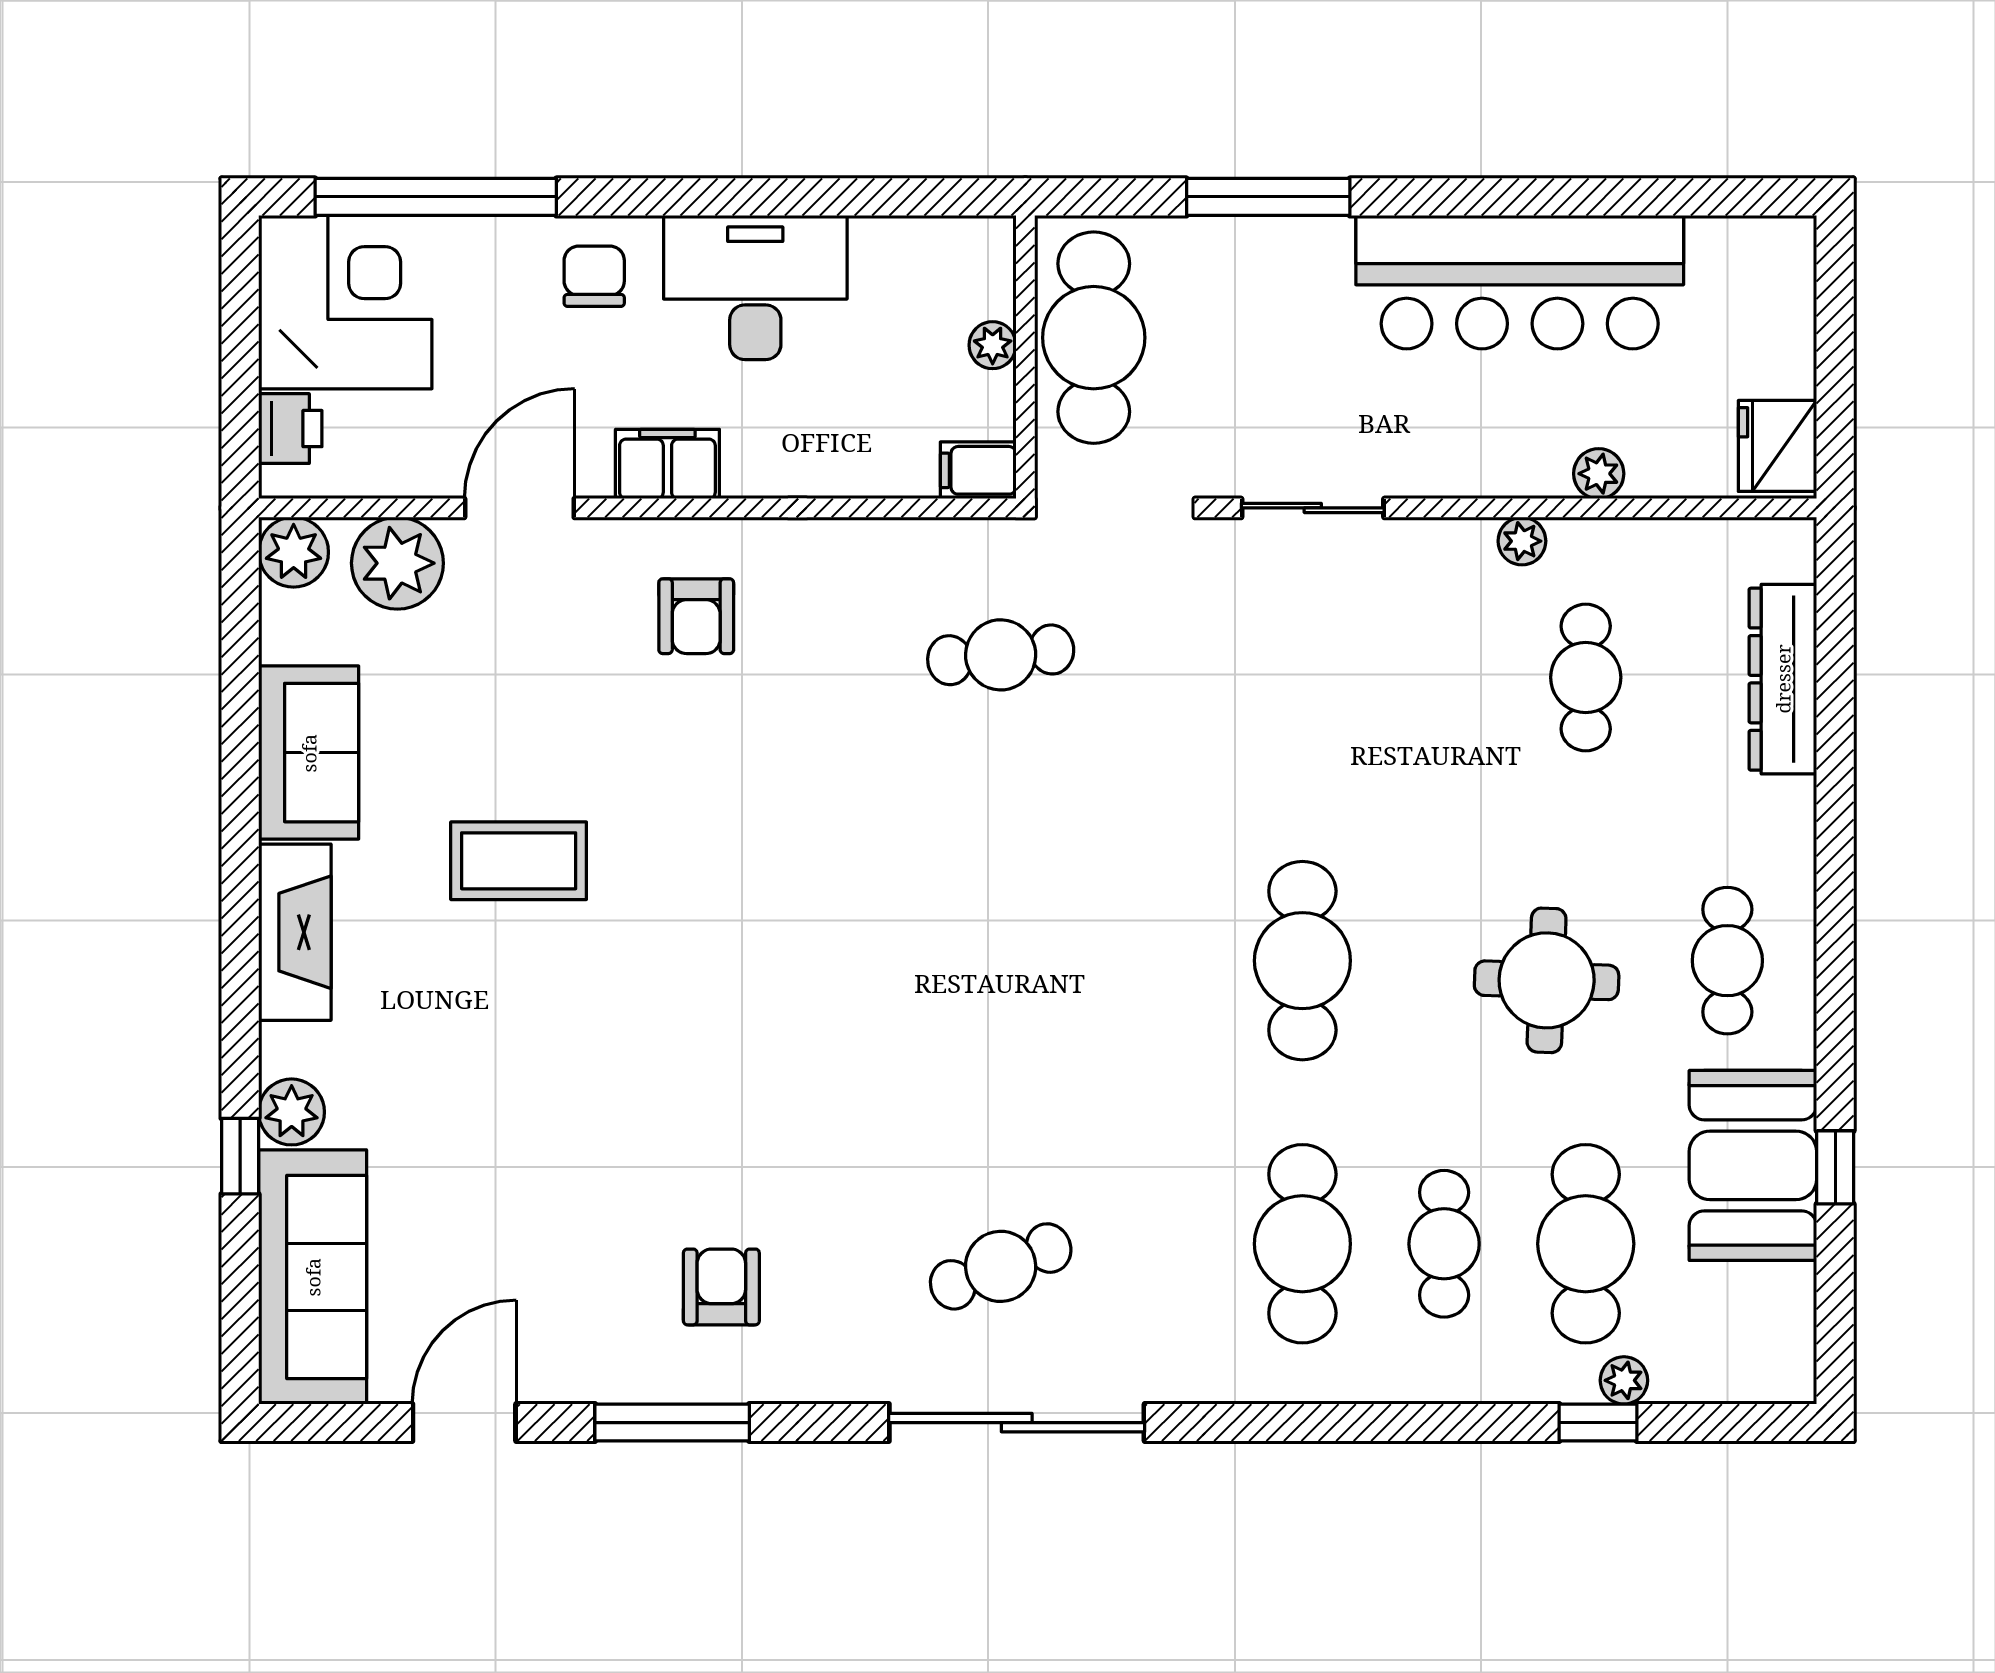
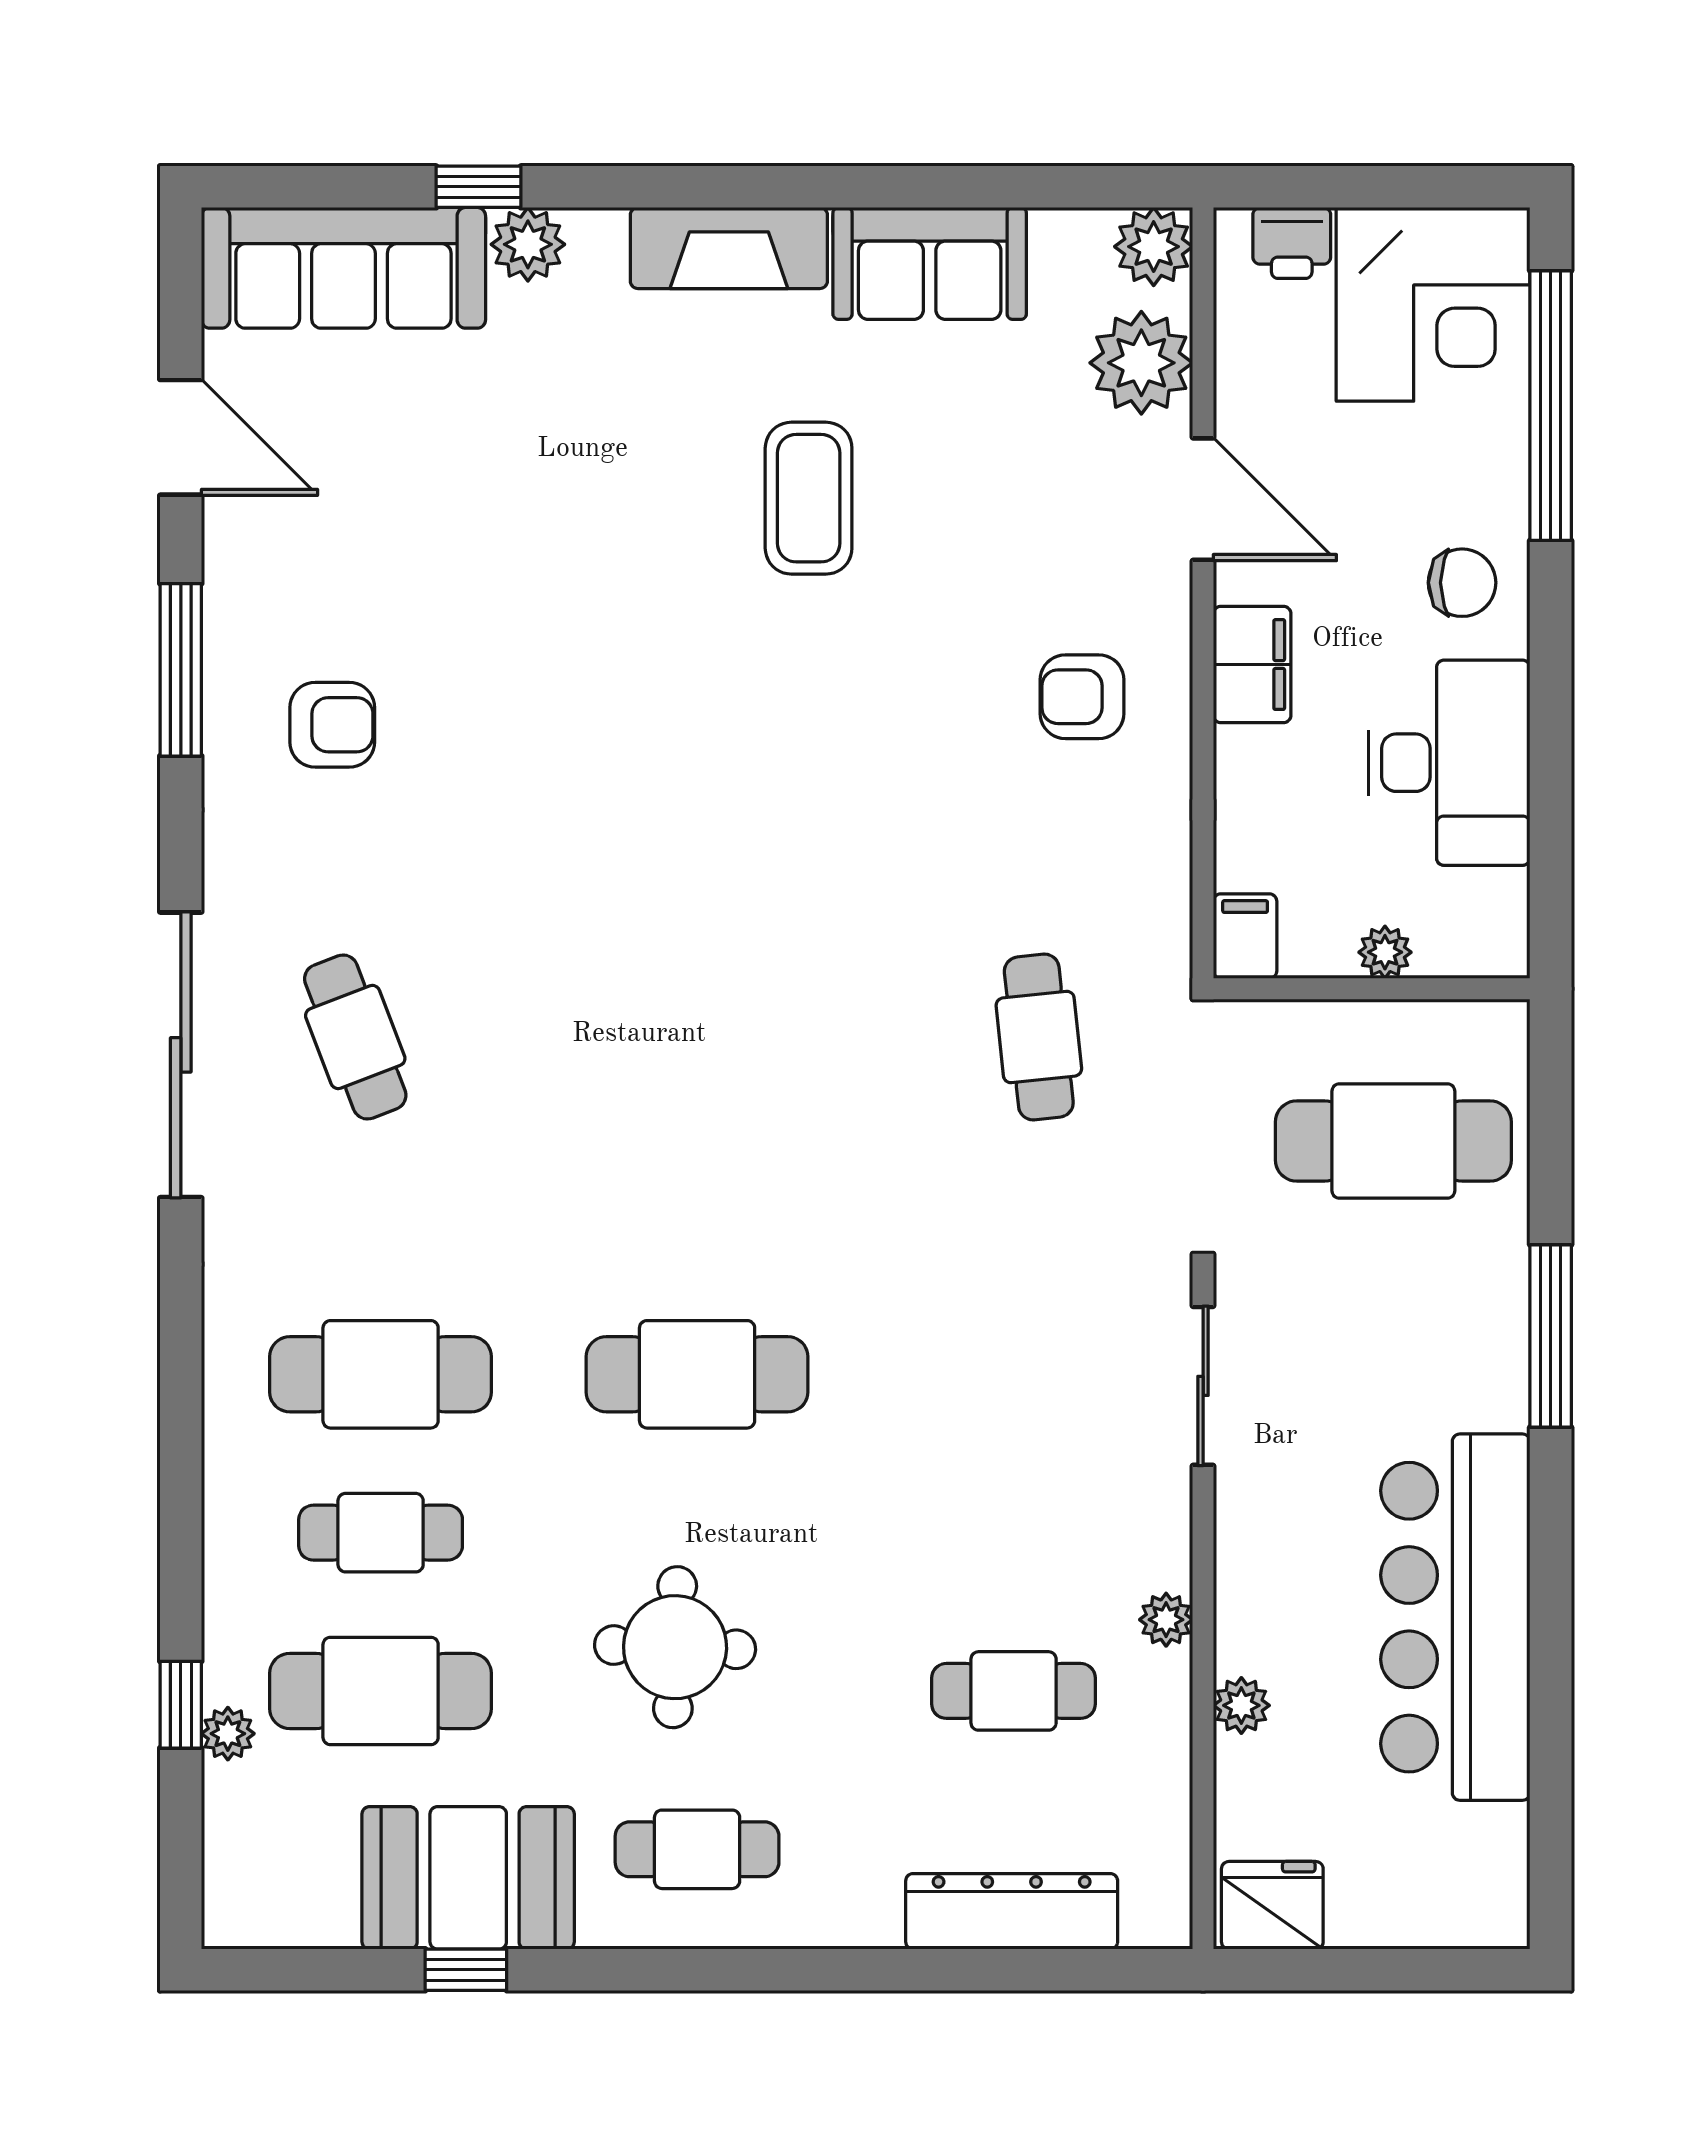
plant: (993, 345) -> (1385, 952), moved
wall: (1025, 357) -> (1372, 989), moved
filing cabinet: (978, 470) -> (1245, 936), moved

